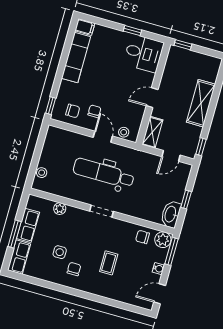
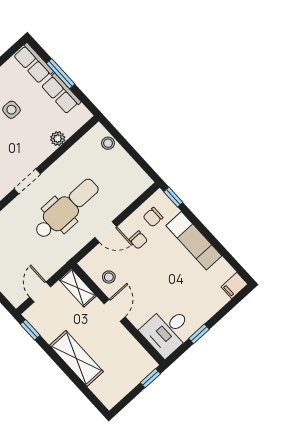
exam couch: (76, 57) -> (194, 241), moved
stool: (124, 132) -> (109, 277), moved

